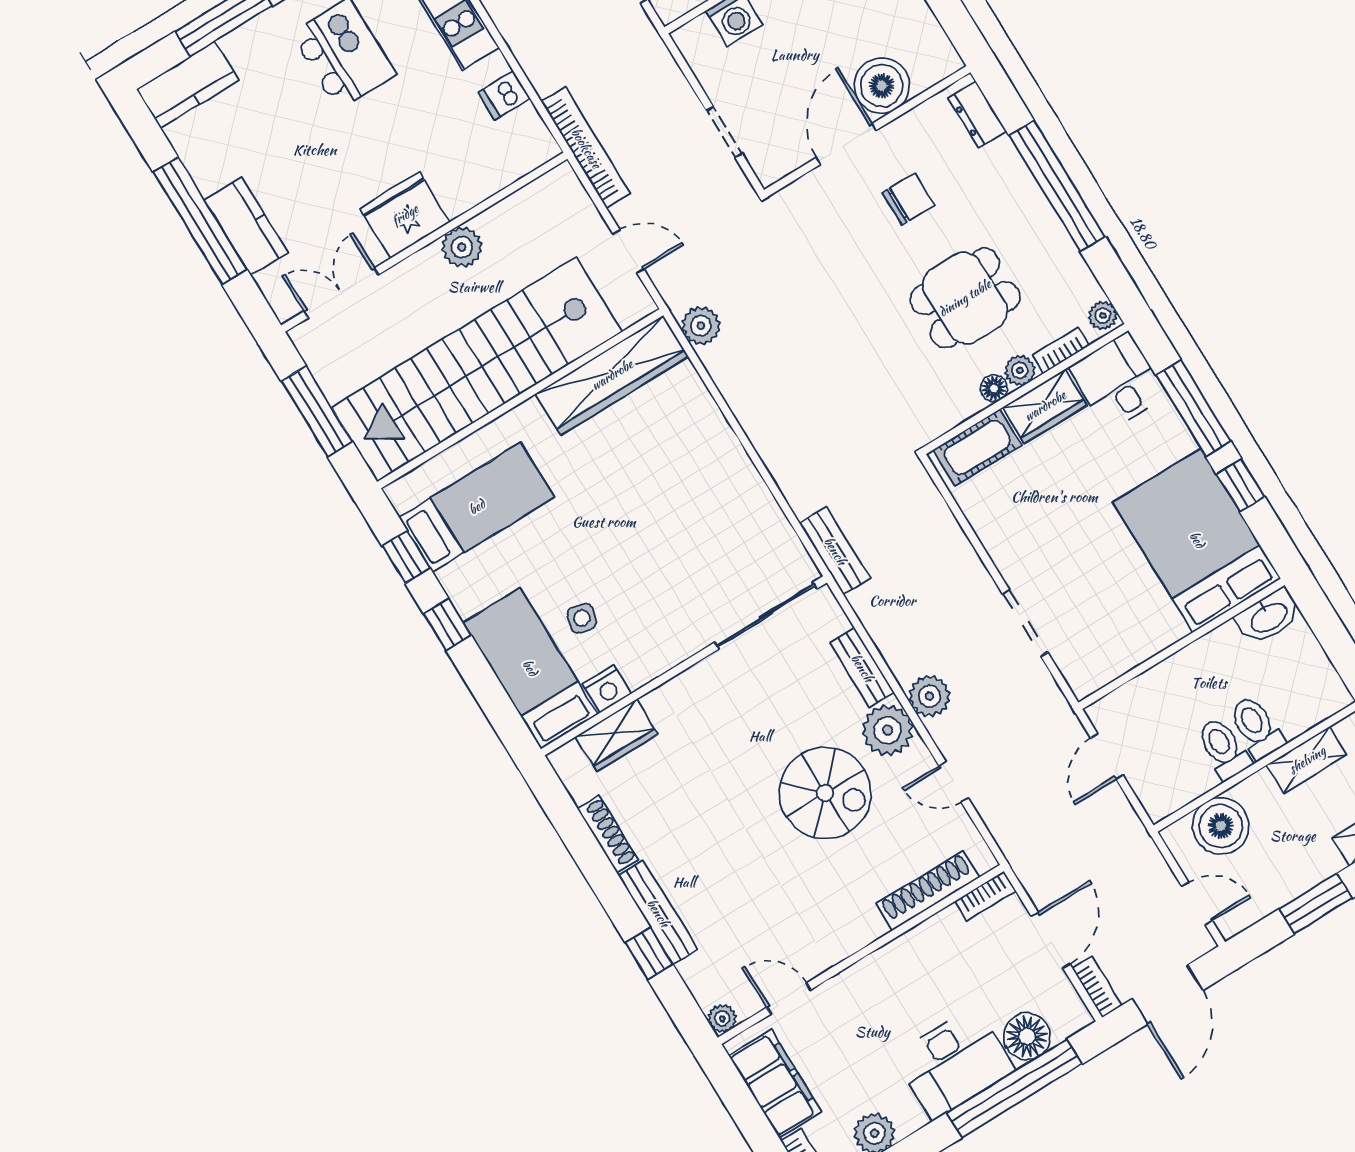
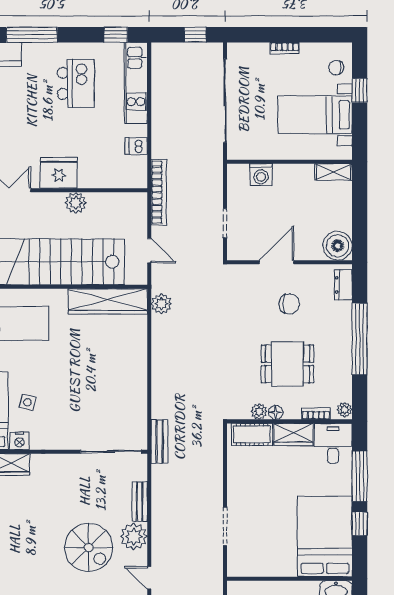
boiler: (882, 86) -> (337, 246), moved
plant: (1020, 370) -> (259, 411), moved
plant: (930, 696) -> (162, 533), removed

